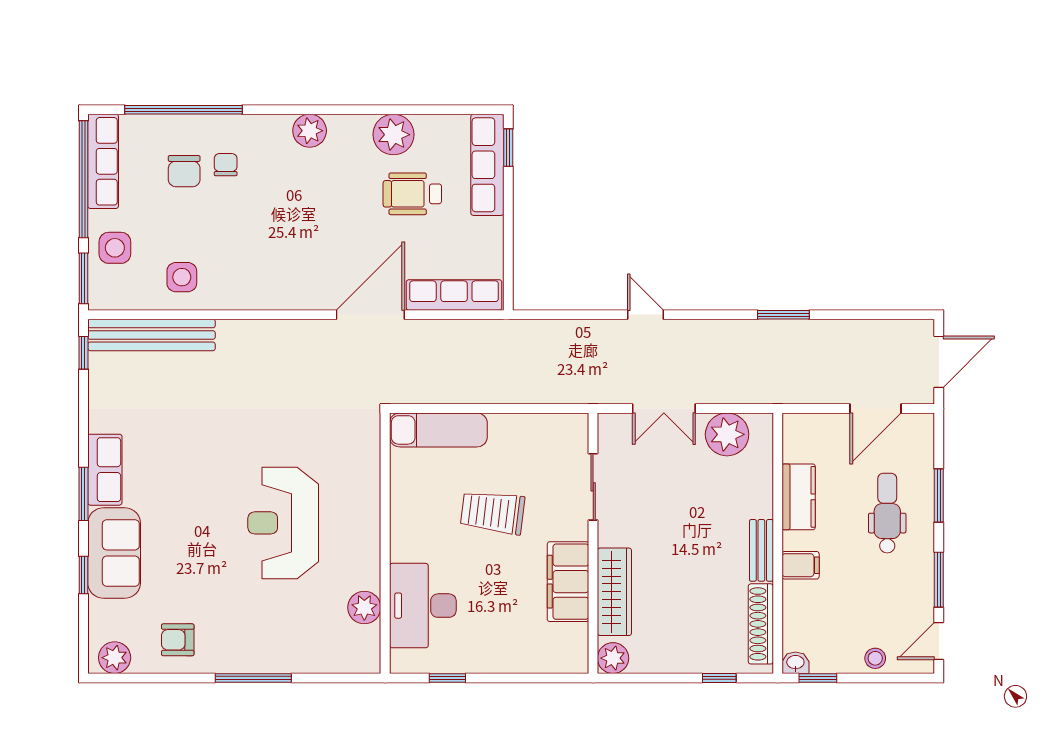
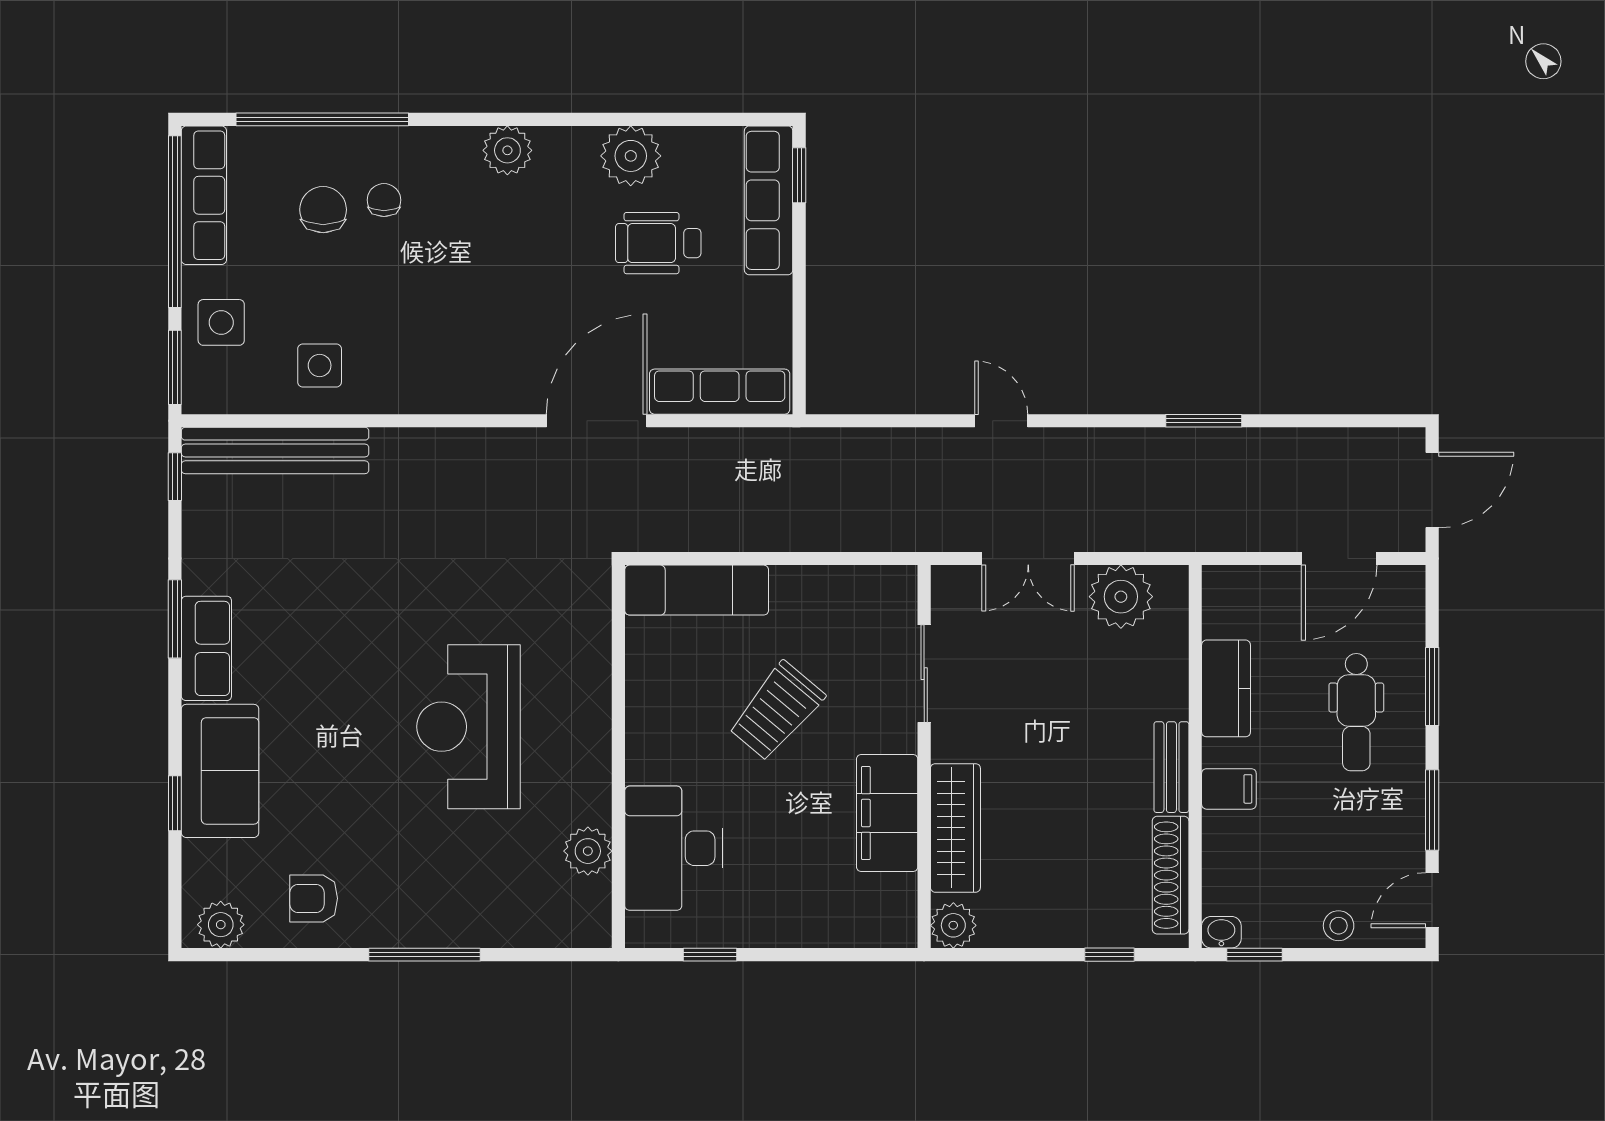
chair: (184, 171) -> (323, 210), turned 180
window: (83, 494) -> (175, 619), moved
trolley: (493, 512) -> (776, 711), turned -57
dental chair: (887, 513) -> (1356, 712), turned 180

